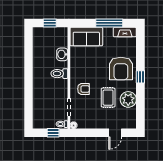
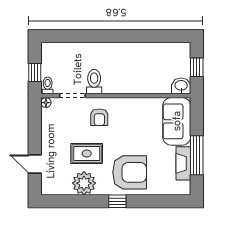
fireplace: (125, 32) -> (183, 163), moved
washbasin: (62, 54) -> (181, 86), moved
armchair: (121, 69) -> (130, 172), turned 180
toilet: (59, 74) -> (94, 82), moved

